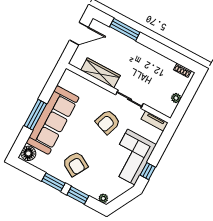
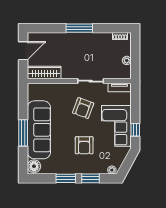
window: (125, 30) -> (79, 28), moved
wardrobe: (101, 73) -> (44, 72), moved
armchair: (75, 164) -> (84, 145), moved, turned 60

